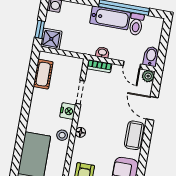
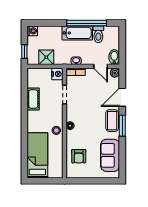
shower: (51, 39) -> (46, 57), moved
cot: (43, 74) -> (33, 99), moved
door: (152, 108) -> (122, 97), hinge flipped
nightstand: (68, 111) -> (57, 74), moved
window: (146, 144) -> (122, 126), added

